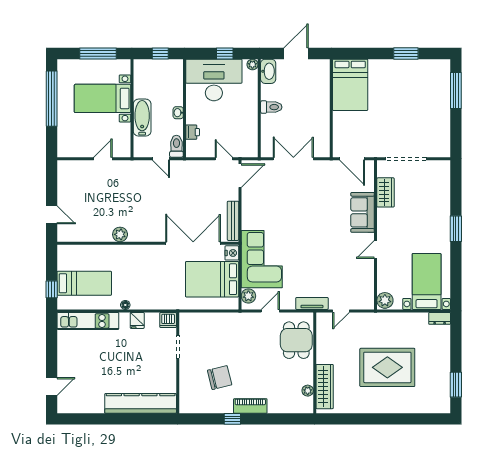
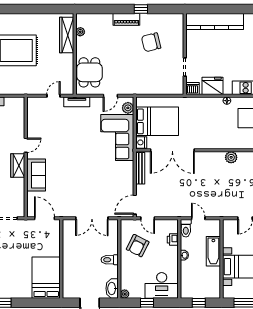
desk: (214, 80) -> (162, 285), width x0.73, depth x0.77
armchair: (236, 125) -> (138, 246), added
wardrobe: (386, 192) -> (18, 165), moved
plant: (385, 300) -> (18, 104), removed
fridge: (137, 320) -> (212, 86), width x1.88, depth x1.34

